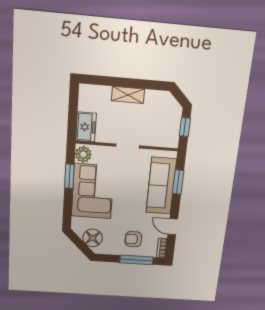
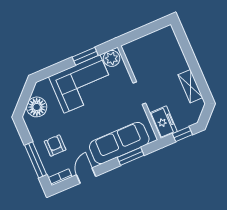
shelving: (128, 95) -> (190, 86), moved
freezer: (86, 127) -> (163, 122), moved, turned -90

